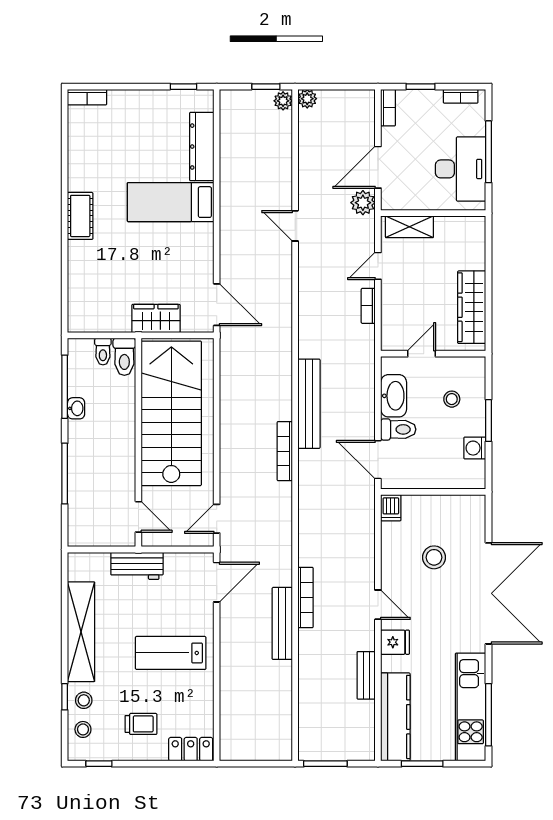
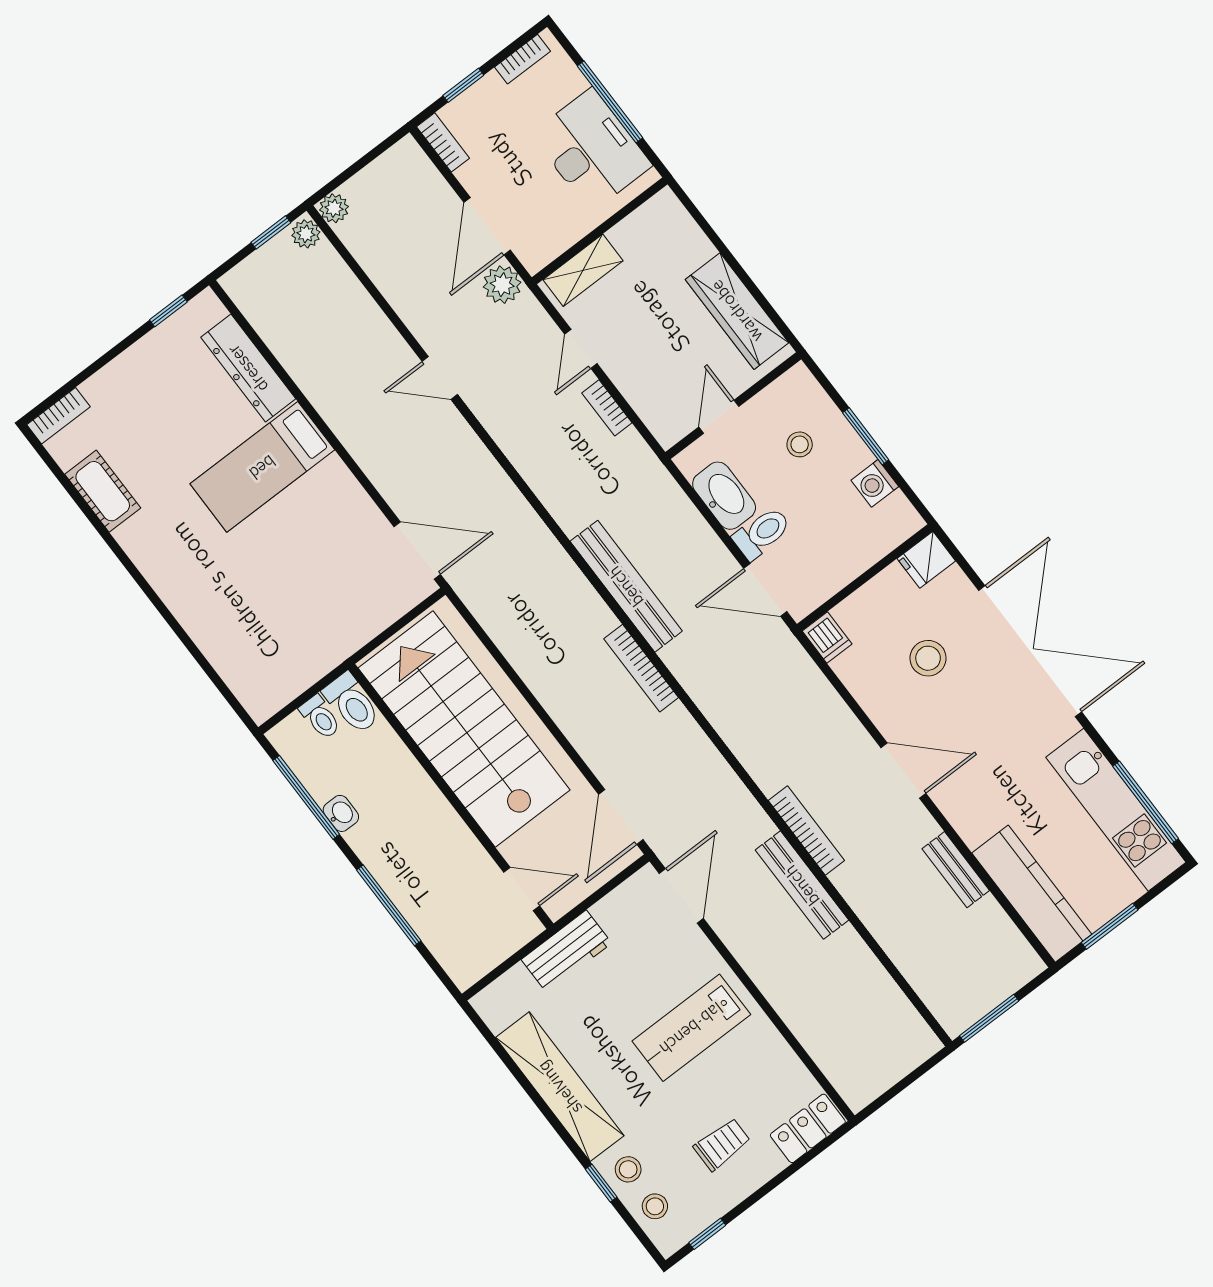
cot: (80, 216) -> (103, 491), moved
wardrobe: (156, 318) -> (355, 626), removed
door: (217, 519) -> (621, 817), width x1.38
door: (378, 605) -> (903, 771), width x1.38
fridge: (395, 642) -> (926, 560), moved, turned 180

